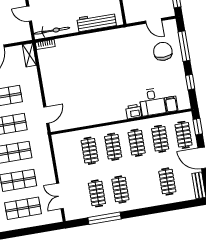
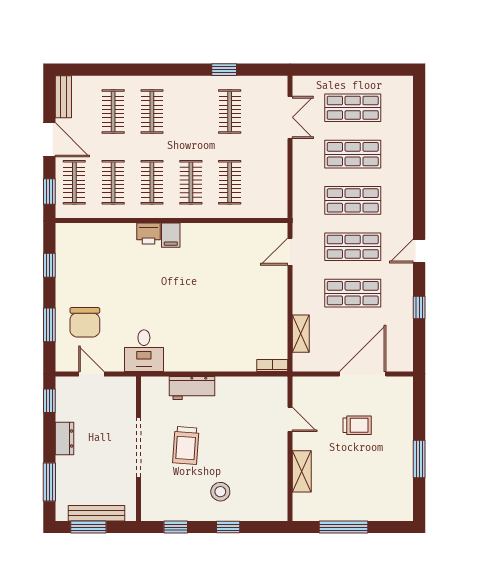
workbench: (97, 22) -> (192, 388), width x0.73
bicycle: (52, 31) -> (258, 386), removed
window: (184, 46) -> (49, 325), width x0.69
shelving: (29, 55) -> (301, 334), moved
desk: (152, 102) -> (144, 351), moved, turned 180
filing cabinet: (171, 104) -> (171, 235), moved
clothes rail: (120, 189) -> (152, 112), moved
window: (105, 218) -> (224, 70), width x0.46

